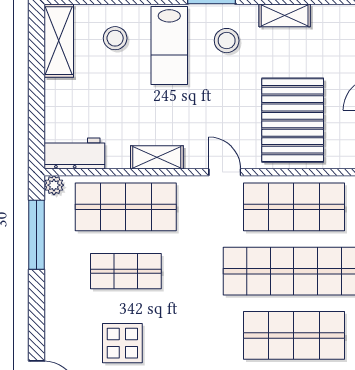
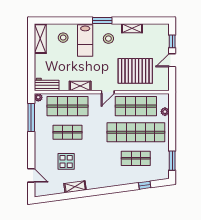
pallet: (293, 120) -> (135, 71), turned 90
door: (225, 172) -> (108, 92), swing flipped
shop shelf: (294, 335) -> (136, 158), width x0.70, depth x0.74

